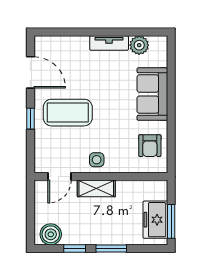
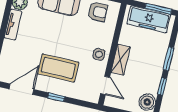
coffee table: (68, 113) -> (58, 68), turned 90
freezer: (155, 220) -> (149, 19), width x1.40

